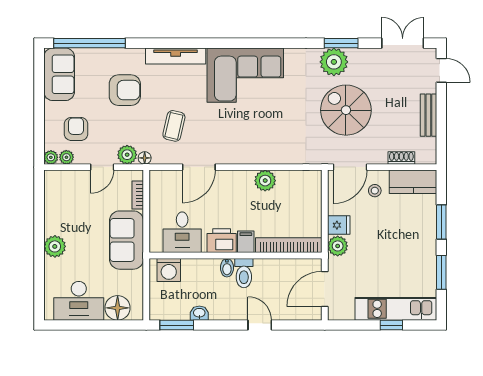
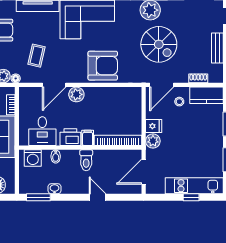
spiral stairs: (346, 110) -> (159, 44), turned 180
armchair: (267, 140) -> (103, 66), added
plant: (265, 181) -> (76, 94), moved
bidet: (227, 268) -> (56, 156), moved

